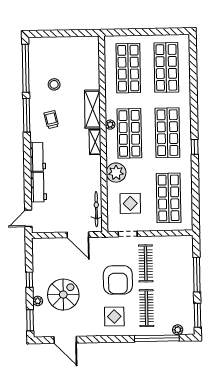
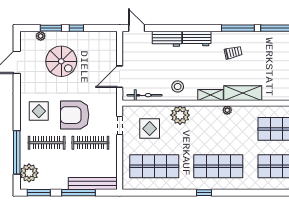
stool: (54, 84) -> (178, 87), moved
shop shelf: (129, 133) -> (218, 129), removed
bench: (187, 260) -> (93, 184), added
plant: (38, 301) -> (41, 36), moved
window: (30, 320) -> (51, 28), moved
plant: (178, 330) -> (29, 173), width x1.88, depth x1.88

